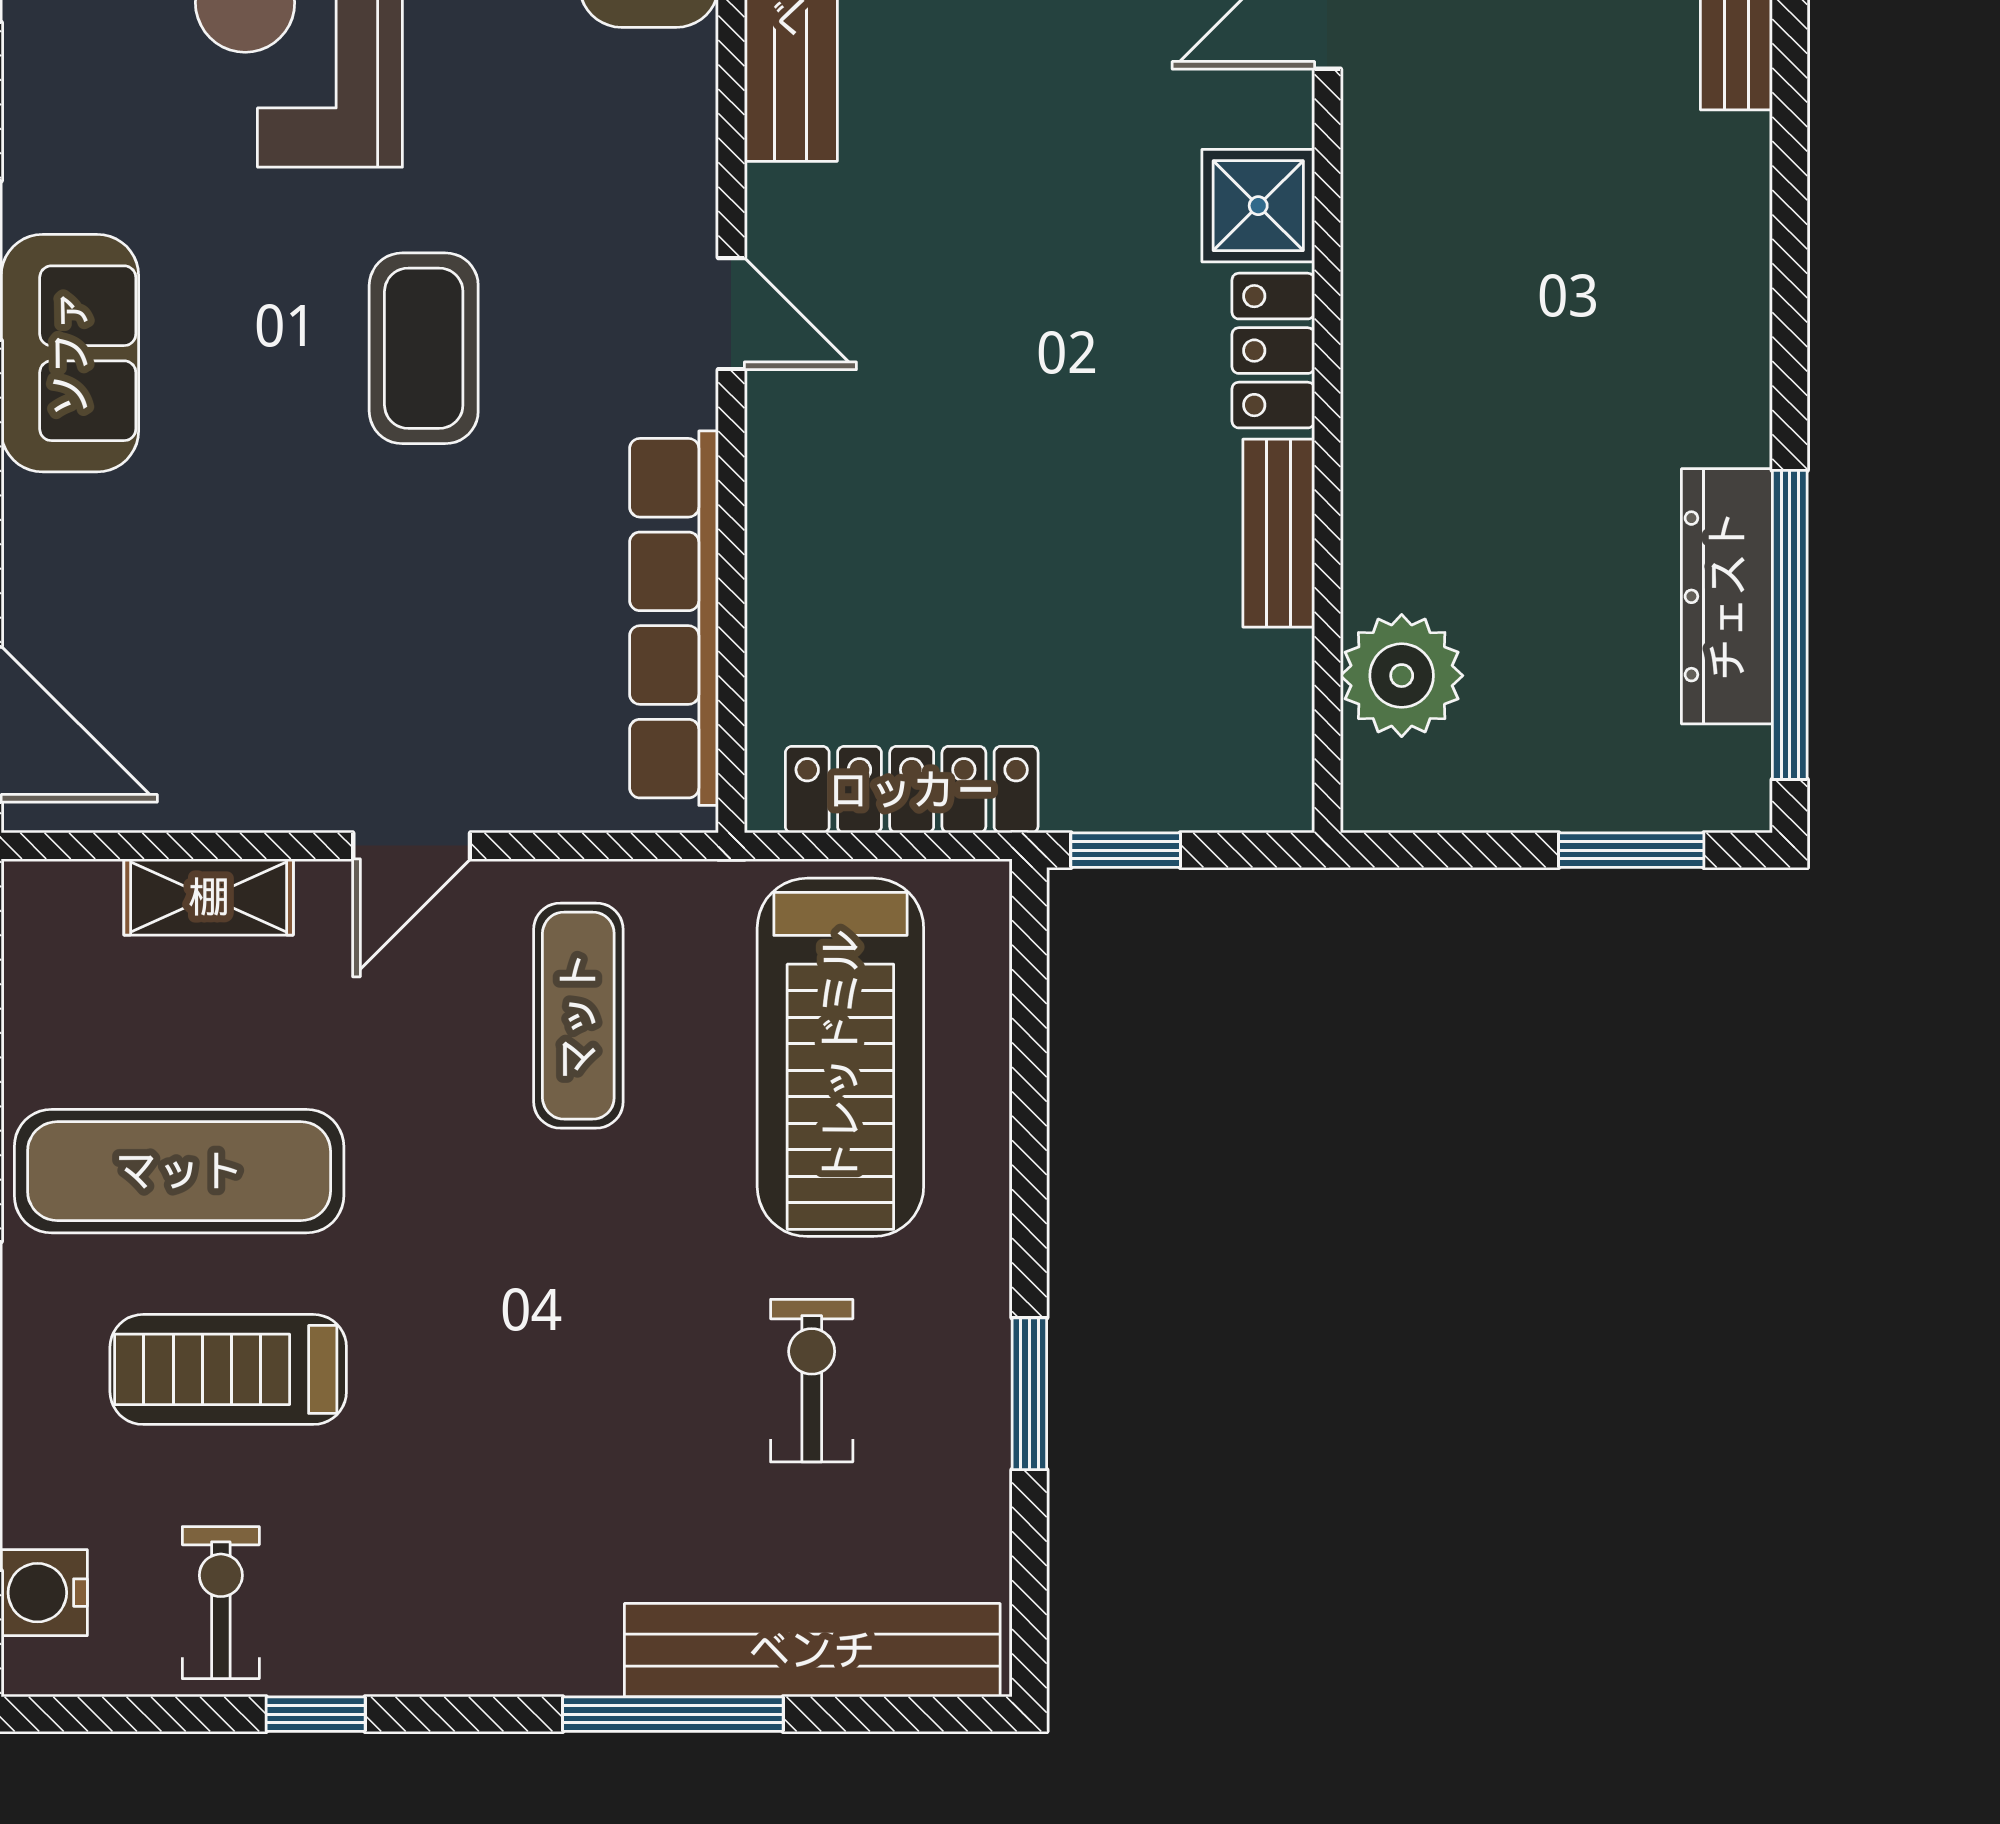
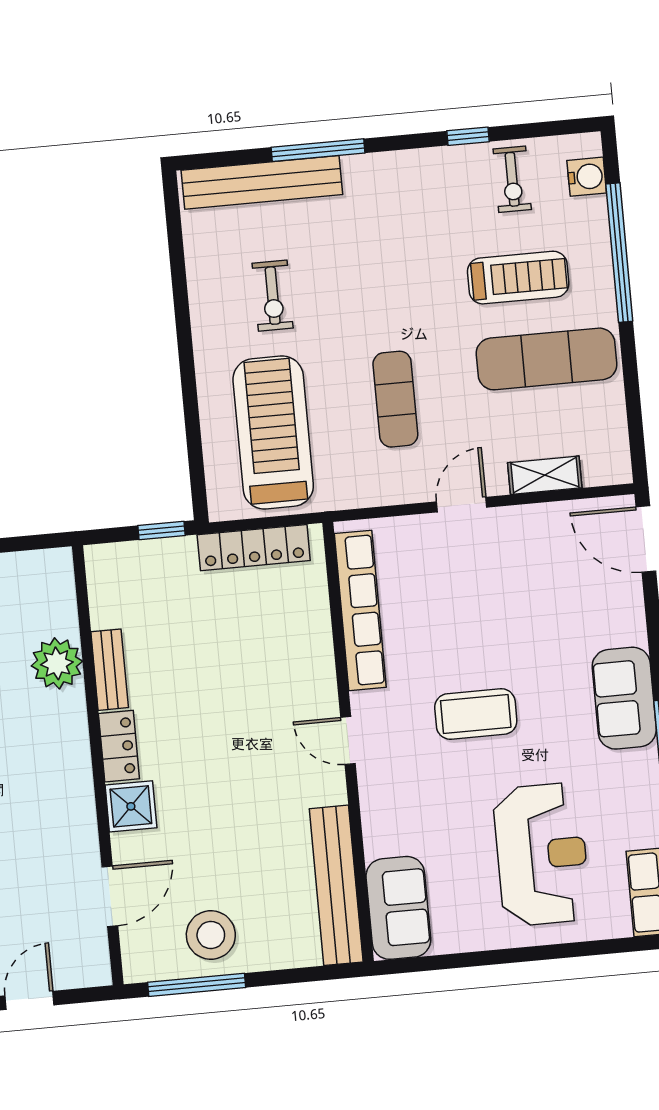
coffee table: (424, 348) -> (476, 714), turned 90
plant: (1402, 676) -> (57, 663), moved
exercise mat: (578, 1016) -> (395, 399), moved
window: (1029, 1394) -> (181, 299), removed

